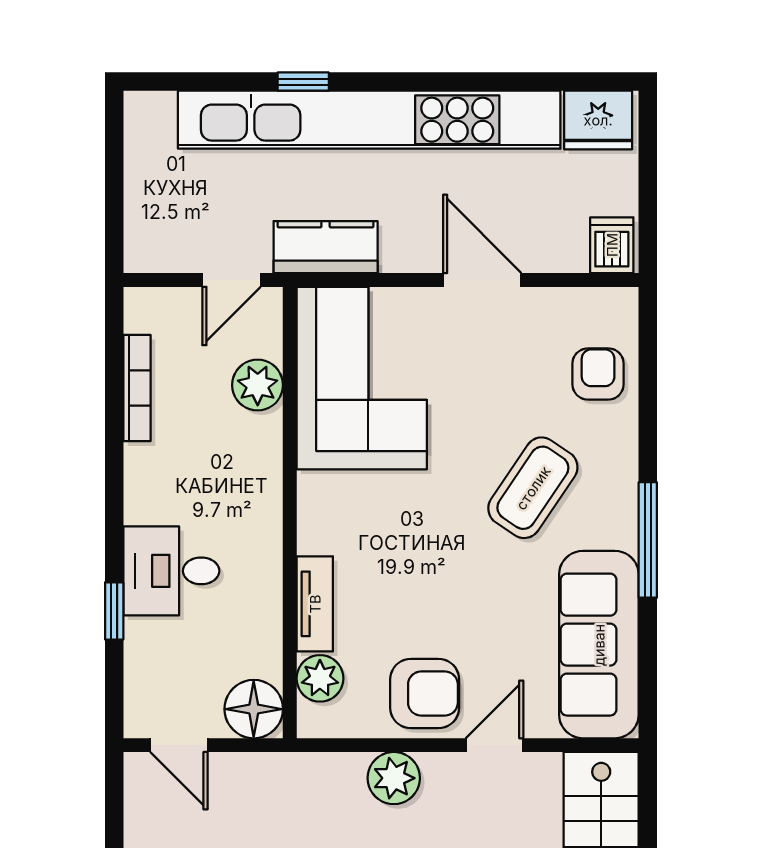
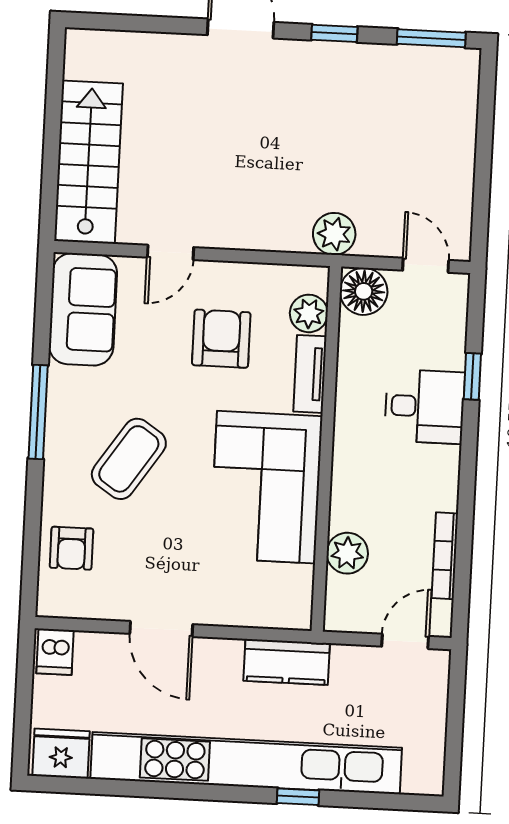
door: (232, 280) -> (405, 641), moved
corner sofa: (362, 378) -> (266, 487), moved
sofa: (599, 645) -> (83, 309), width x0.73
armchair: (425, 694) -> (221, 339), moved, turned 90
plant: (394, 778) -> (334, 234), moved

